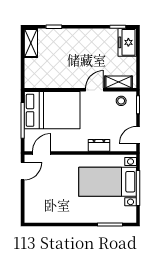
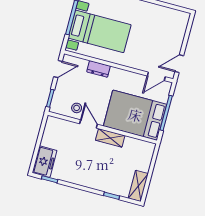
shelving: (119, 82) -> (110, 138), moved
door: (95, 90) -> (88, 124), swing flipped
stool: (121, 101) -> (77, 108), moved

